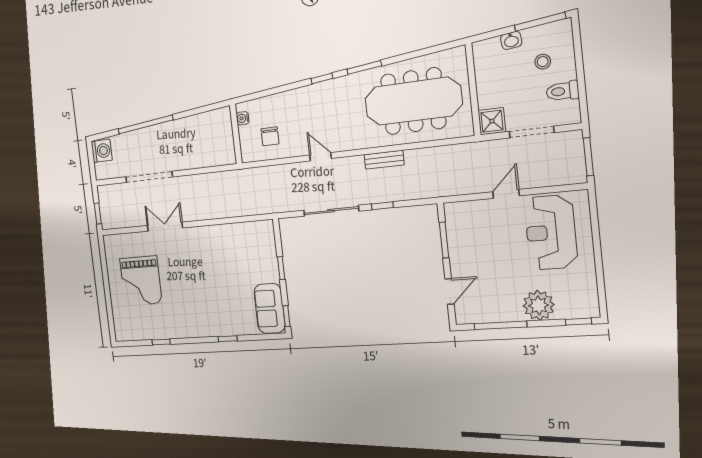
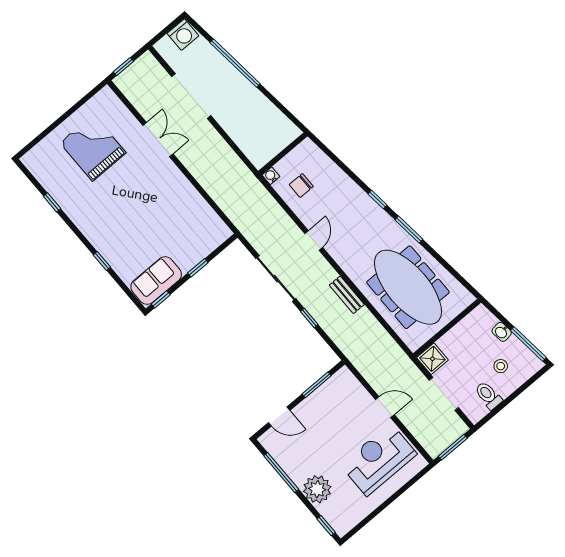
water cooler: (243, 118) -> (271, 176), moved
grand piano: (141, 281) -> (93, 148), turned 90

